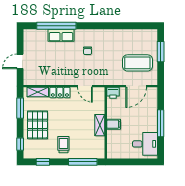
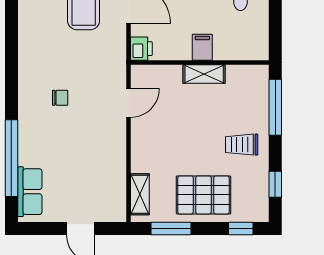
row of seats: (61, 35) -> (30, 192), moved
locker: (60, 93) -> (141, 151), removed

